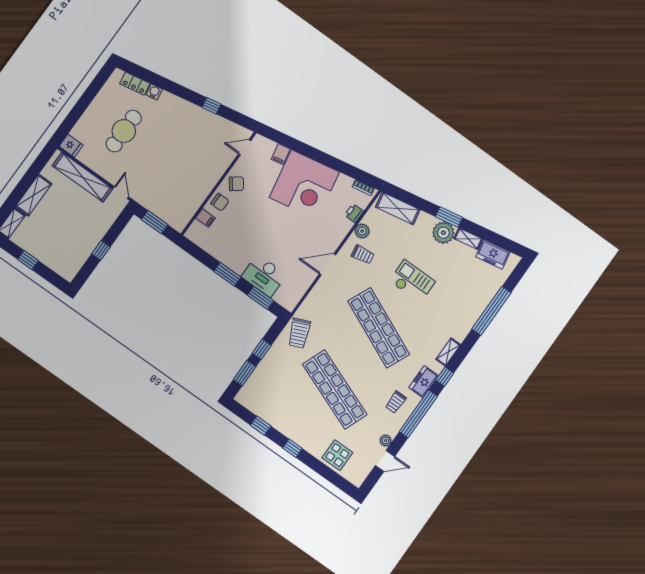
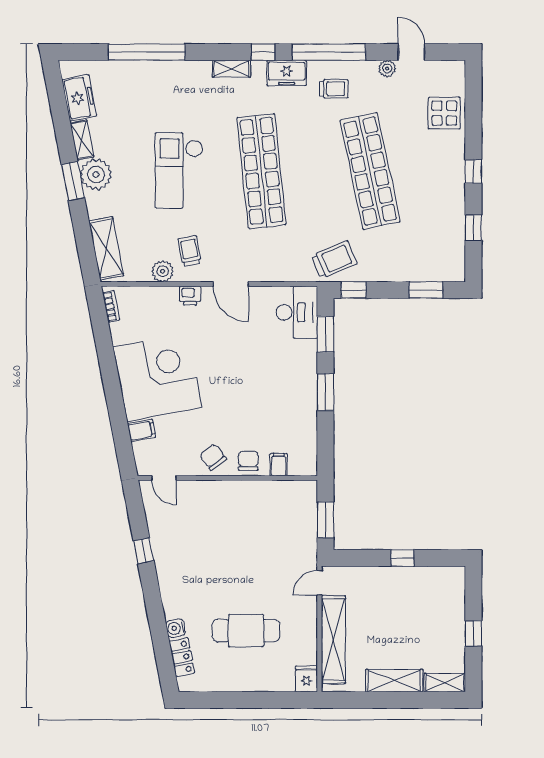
printer: (354, 213) -> (190, 296), moved
desk: (264, 276) -> (297, 312), moved
checkout: (412, 281) -> (179, 170), width x1.36, depth x1.21
shop shelf: (379, 328) -> (261, 171), turned -30
window: (262, 349) -> (354, 290), moved
shop shelf: (335, 389) -> (370, 171), turned -33

